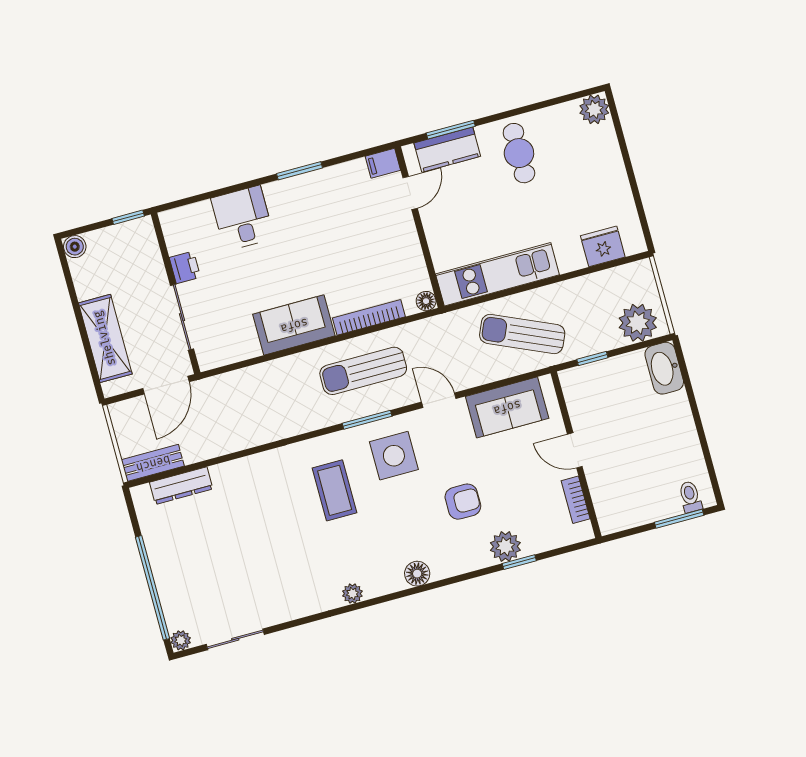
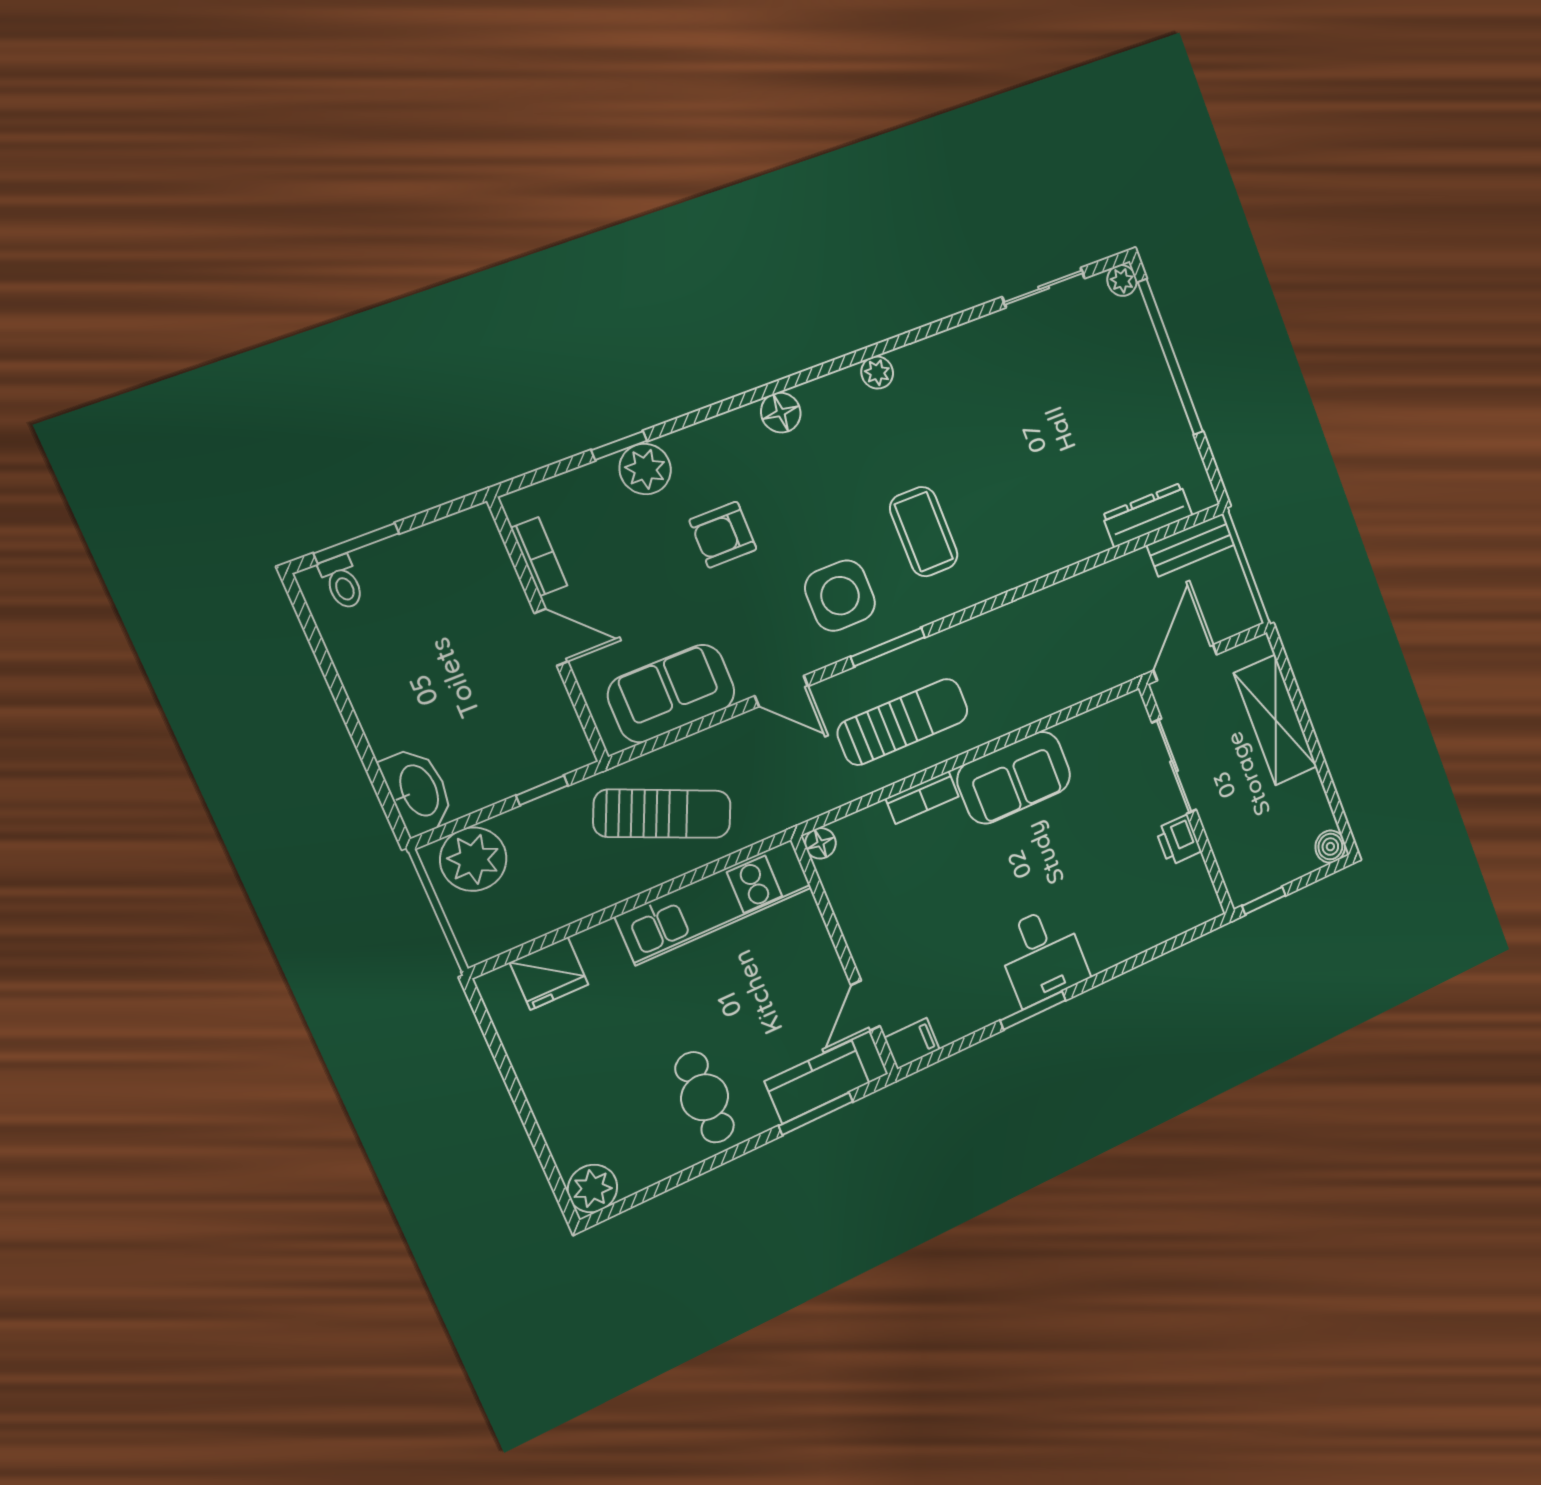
desk: (243, 218) -> (1042, 956), moved
bookcase: (369, 317) -> (922, 797), width x0.64

